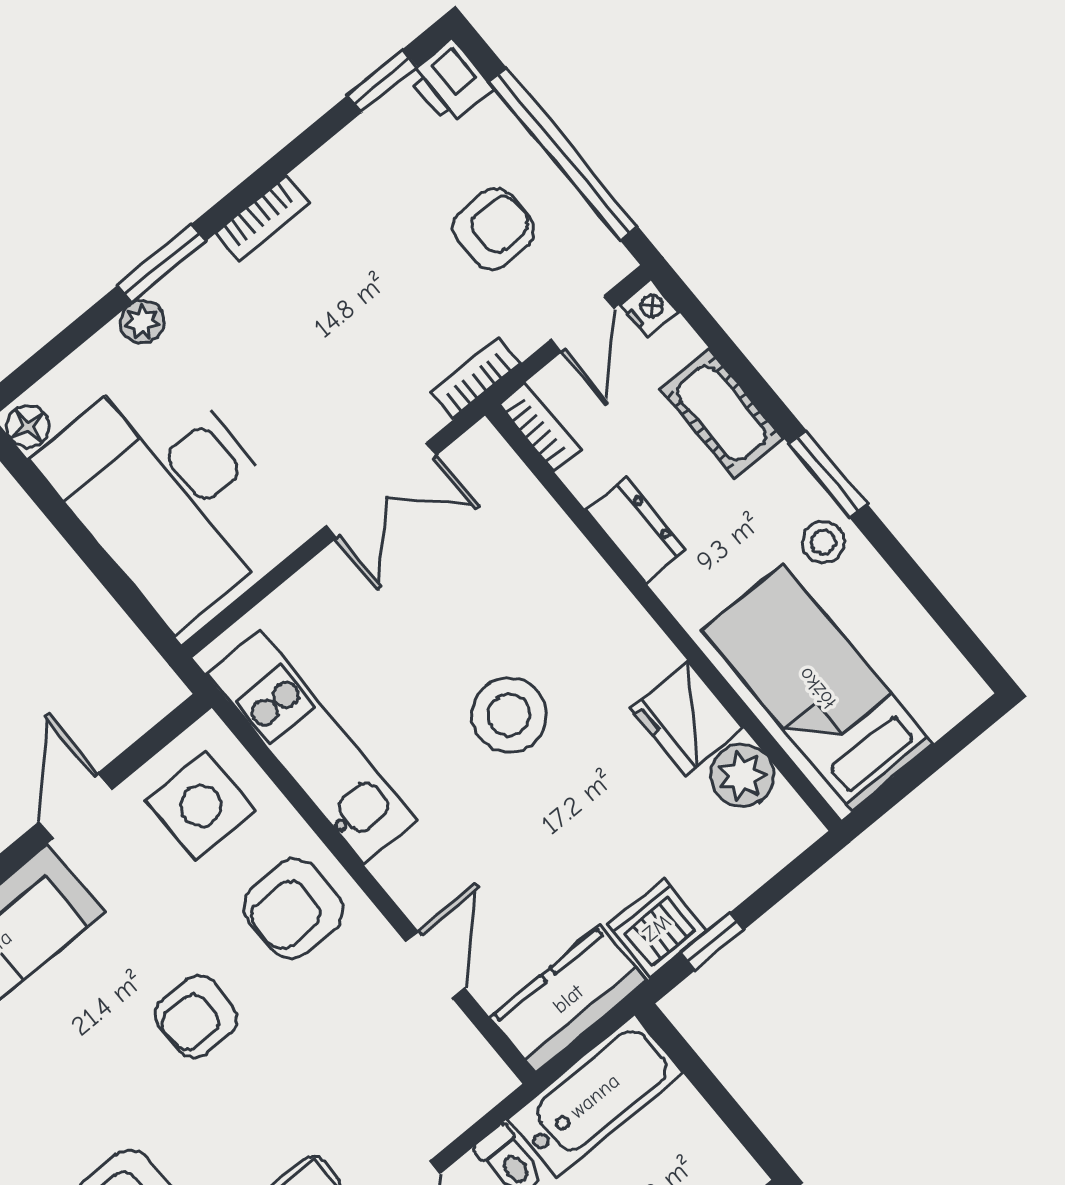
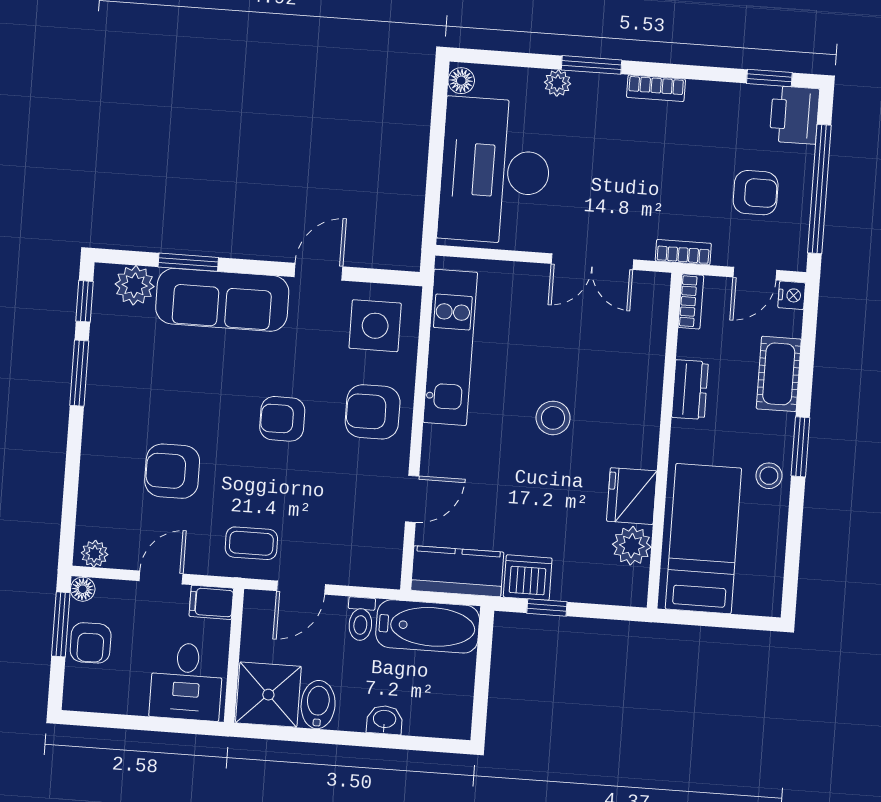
printer: (450, 82) -> (795, 115), width x1.36, depth x1.24
stool: (509, 715) -> (553, 418), width x0.73, depth x0.73

